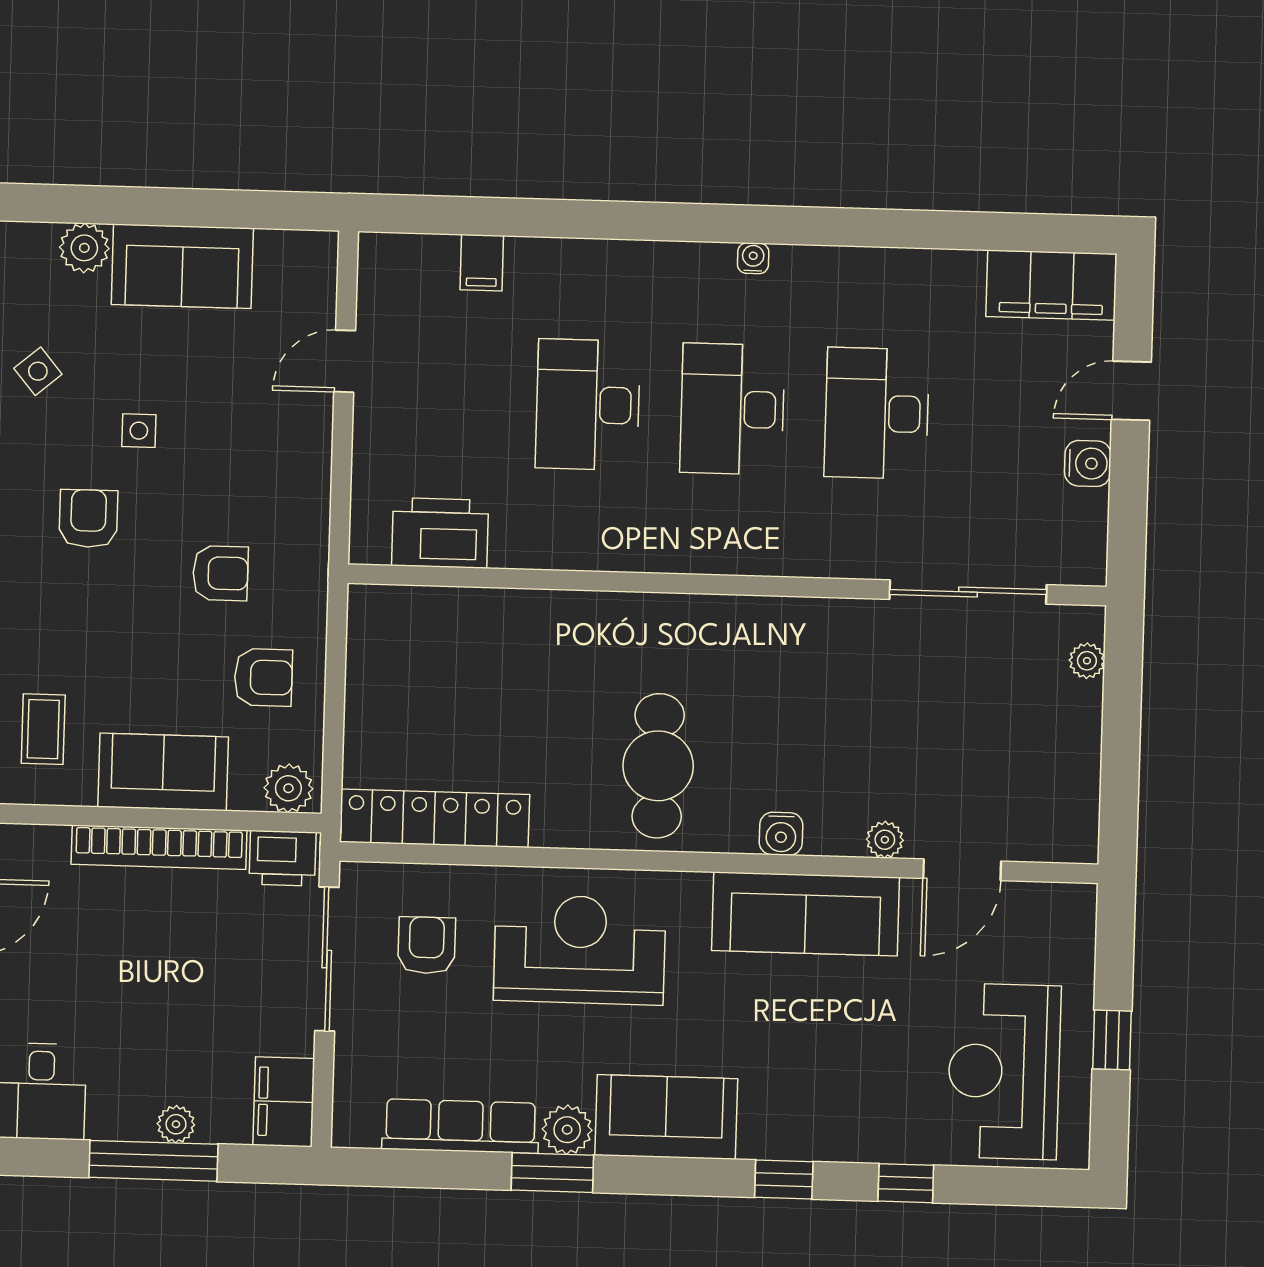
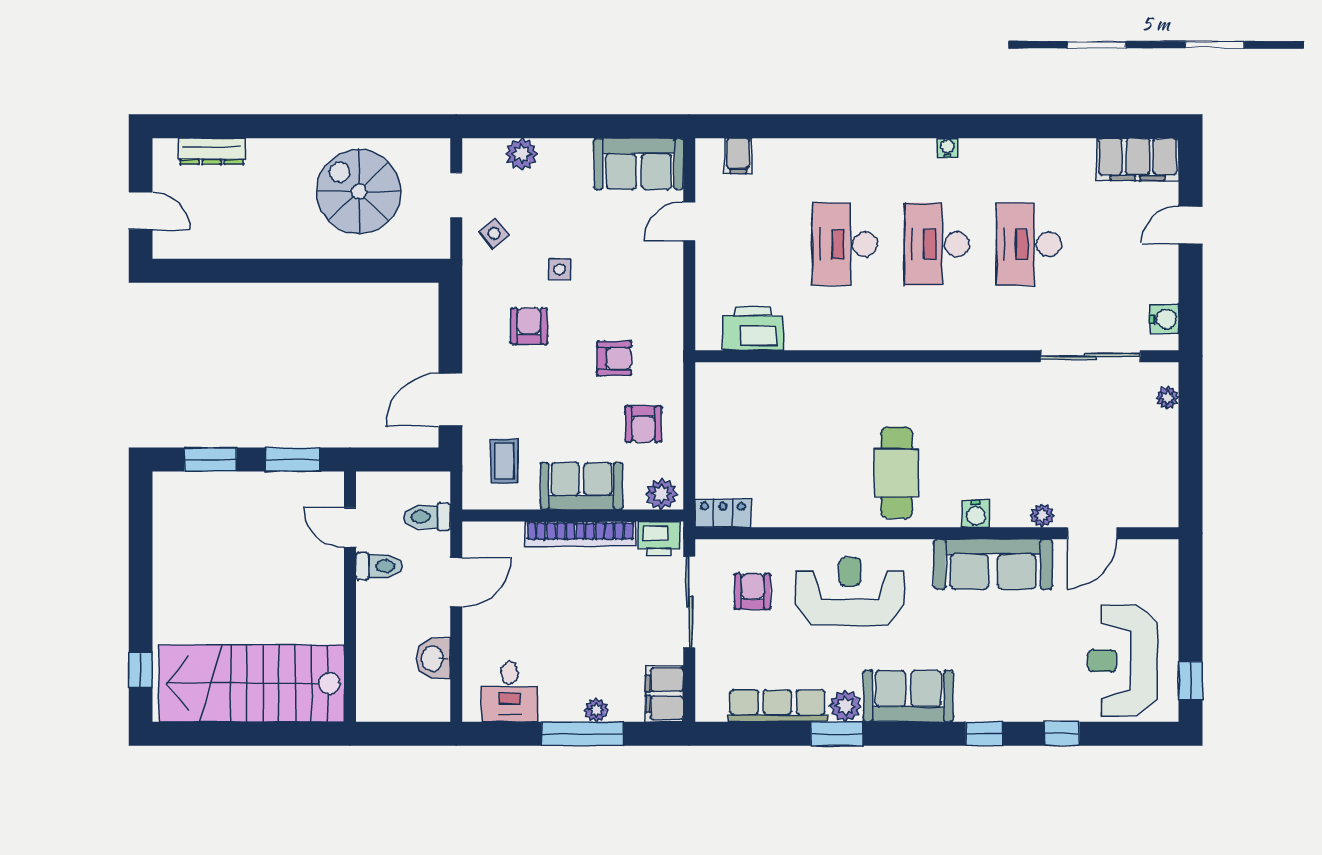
filing cabinet: (482, 263) -> (738, 156), moved
sofa: (182, 266) -> (639, 164), moved
water cooler: (1088, 463) -> (1164, 319), moved
armchair: (263, 677) -> (643, 424), turned 90
locker: (435, 818) -> (723, 513), width x0.46, depth x0.83
window: (1112, 1040) -> (1191, 680), moved

